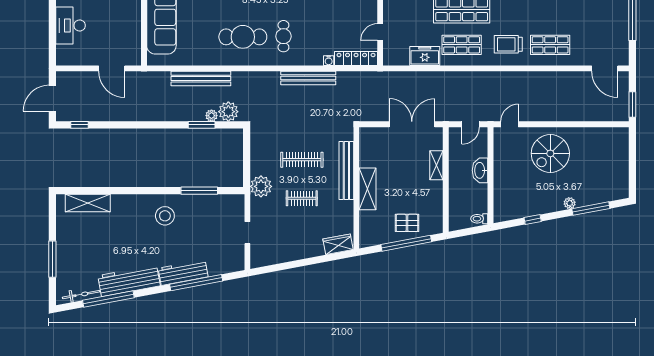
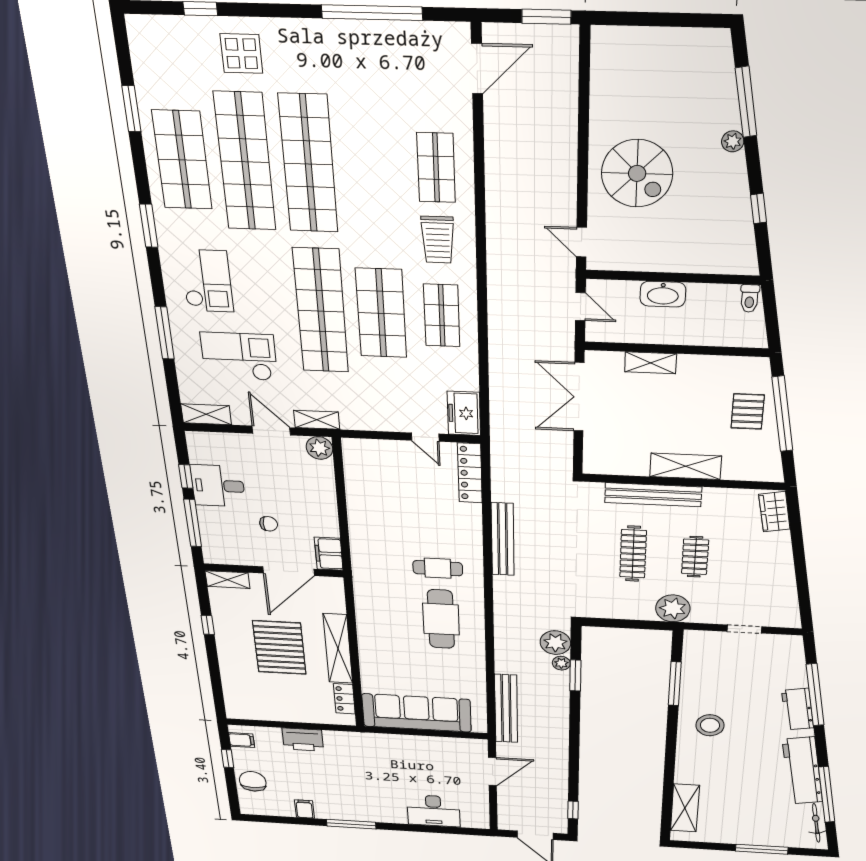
freezer: (425, 56) -> (464, 413), moved
water cooler: (329, 61) -> (474, 511), removed
bench: (201, 79) -> (506, 709), moved
workbench: (183, 272) -> (798, 709), width x0.73

